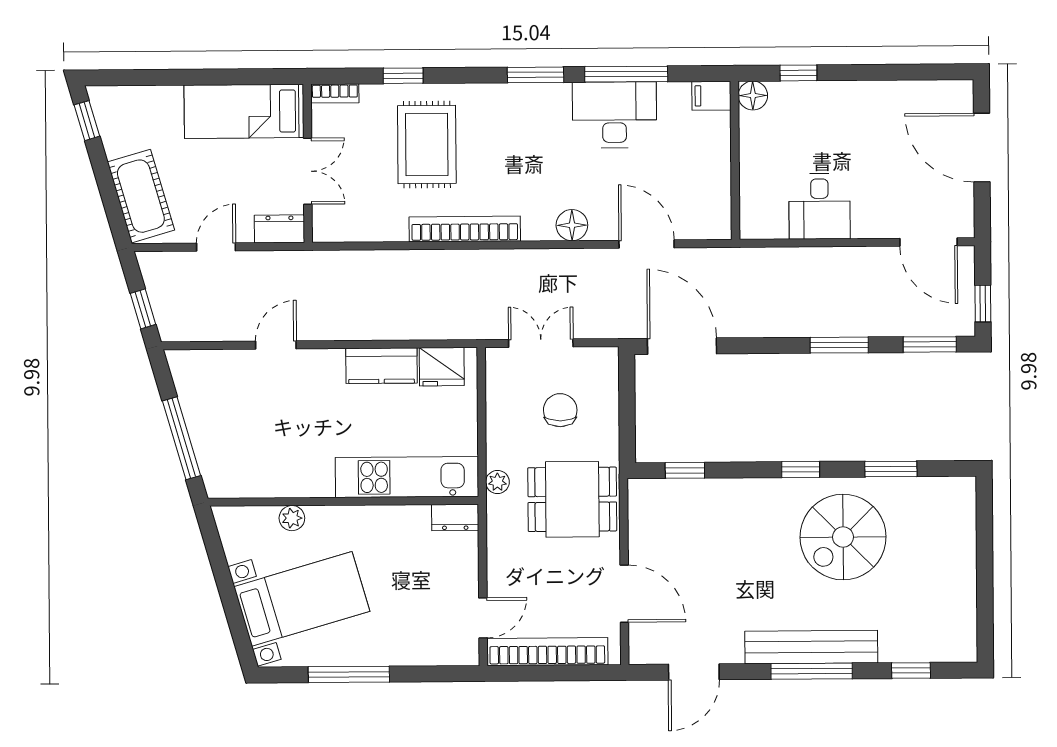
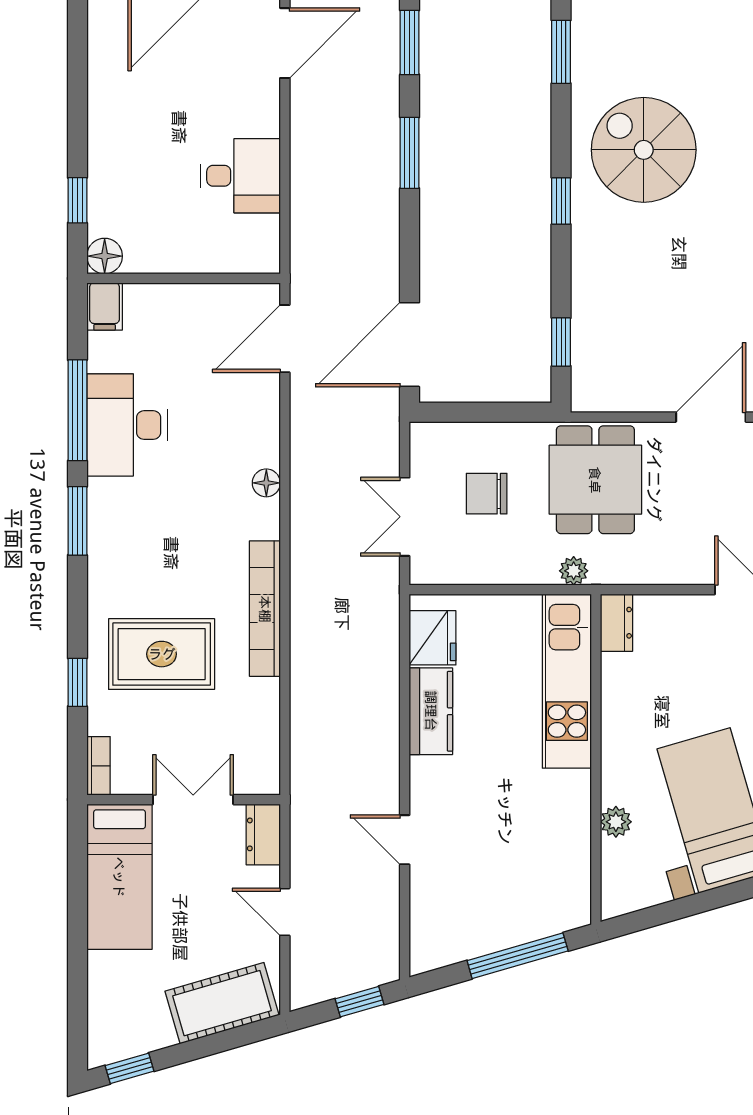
floor lamp: (572, 225) -> (266, 483), width x0.73, depth x0.73
door: (647, 244) -> (285, 339), moved
window: (891, 469) -> (561, 52), moved
spiral stairs: (843, 537) -> (644, 150), turned 180

